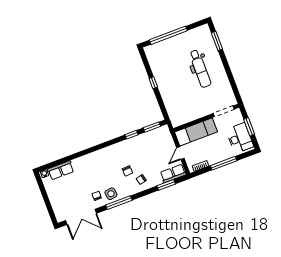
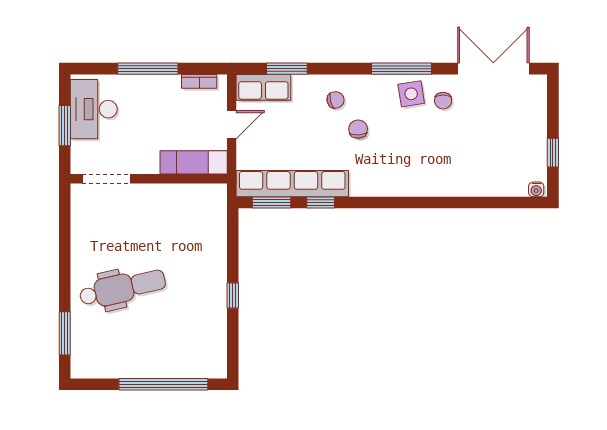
dental chair: (200, 69) -> (122, 288), turned 77
exam couch: (196, 132) -> (194, 162), width x0.73, depth x0.69
row of seats: (61, 170) -> (292, 184), moved, width x2.02
window: (43, 191) -> (553, 153), added

